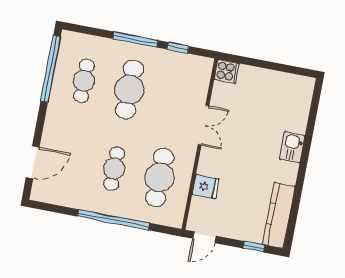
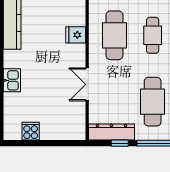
dresser: (185, 63) -> (111, 132), added
cooker: (227, 71) -> (31, 131), moved, turned 90

